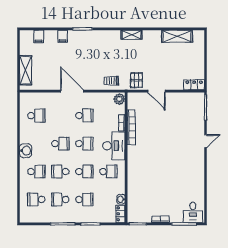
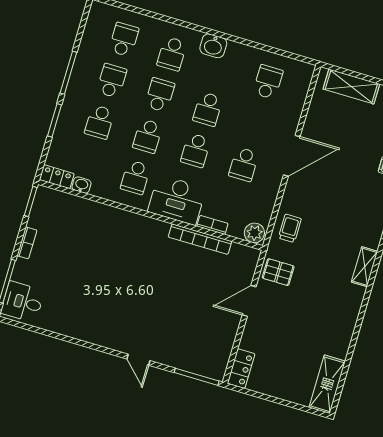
shelving: (132, 35) -> (365, 267), moved
shelving: (177, 36) -> (327, 384), moved
school desk: (36, 116) -> (268, 82), turned 180

